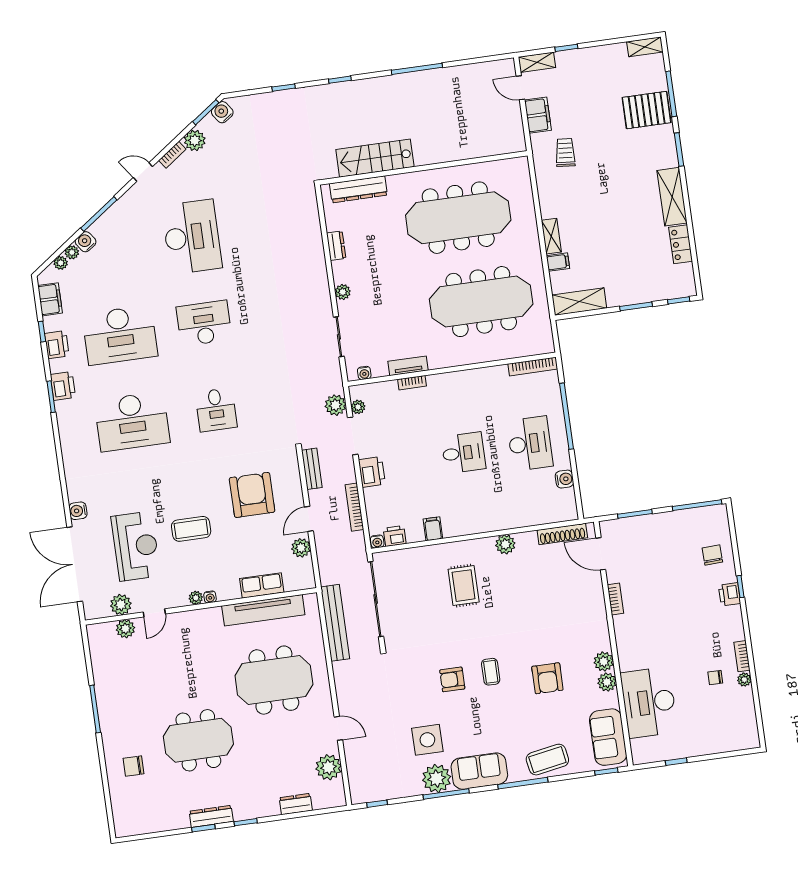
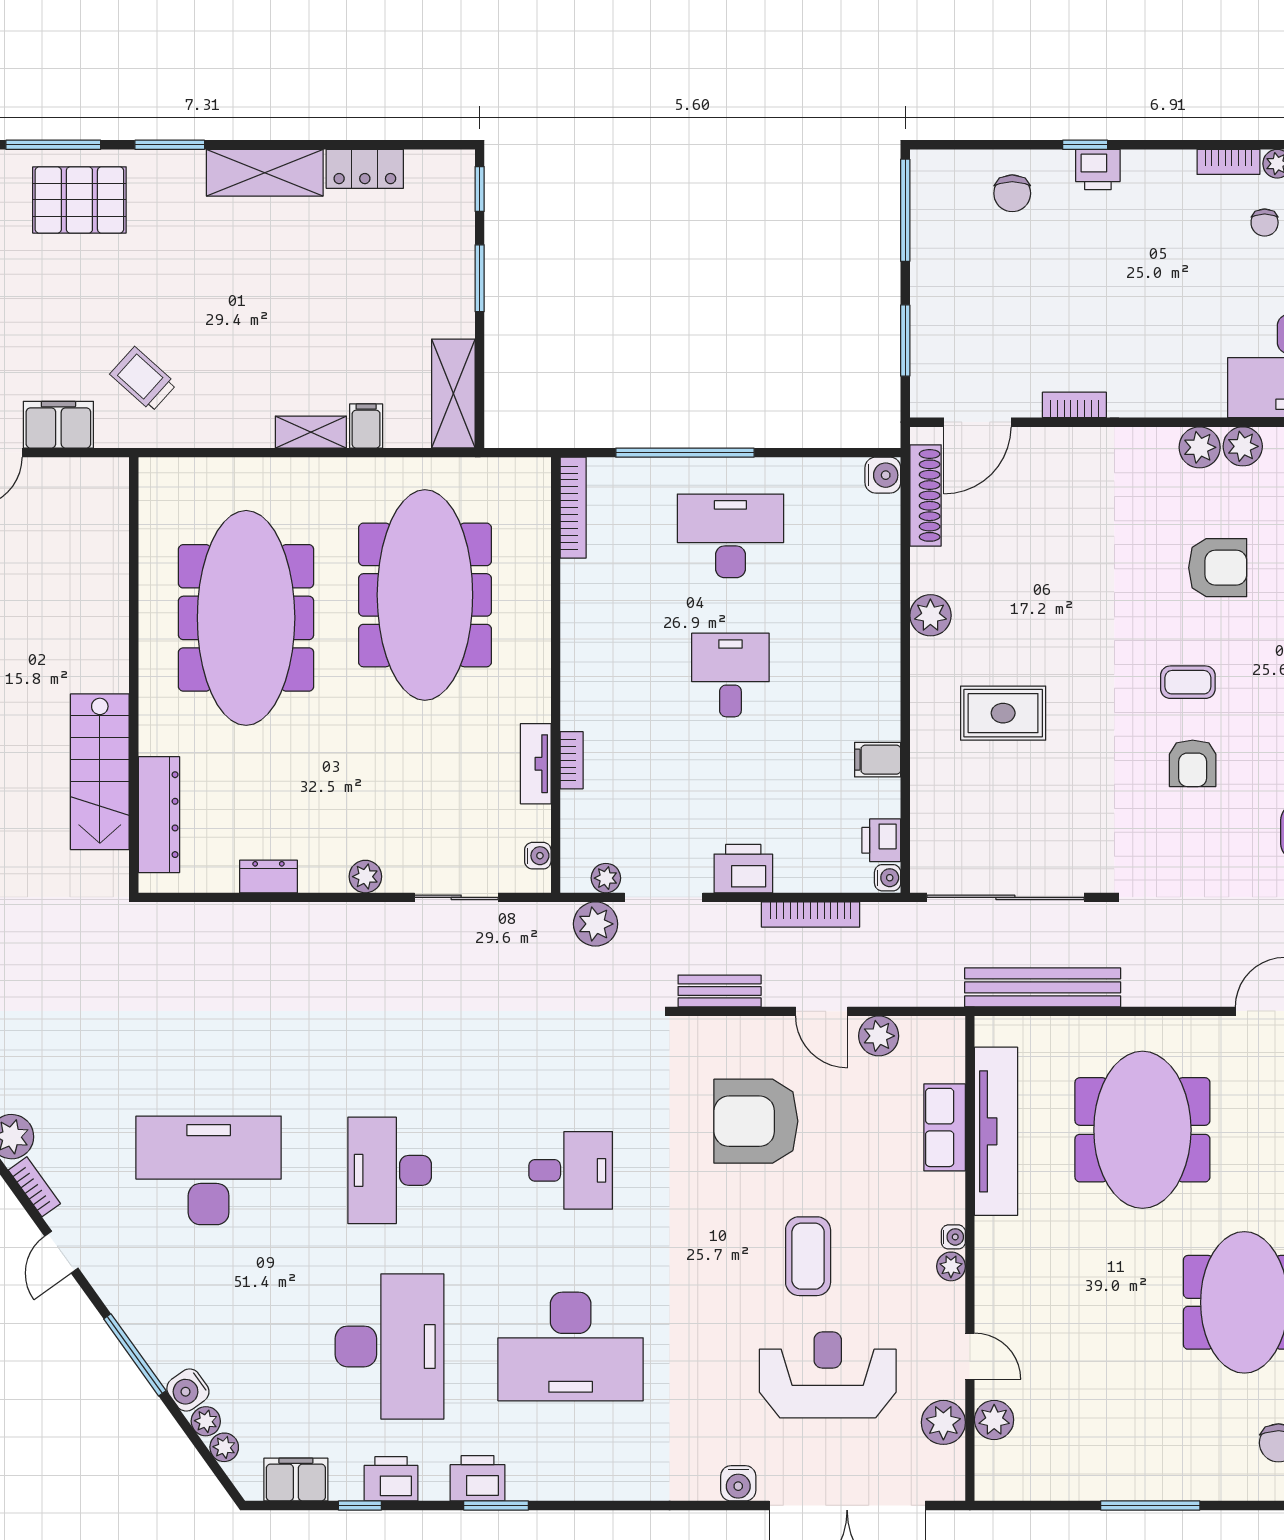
pallet: (647, 110) -> (79, 200), turned 90
trolley: (565, 153) -> (143, 379), turned 37
desk: (132, 422) -> (571, 1346), turned 90
water cooler: (564, 479) -> (883, 475), moved, turned 90
chair: (712, 555) -> (1012, 193), turned -88

